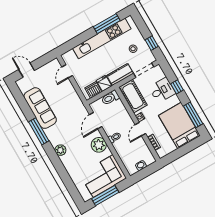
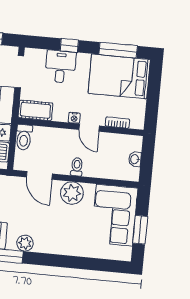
cot: (133, 96) -> (35, 110), width x0.73, depth x0.75
plant: (60, 150) -> (25, 243), moved
window: (105, 195) -> (140, 230), width x0.69

